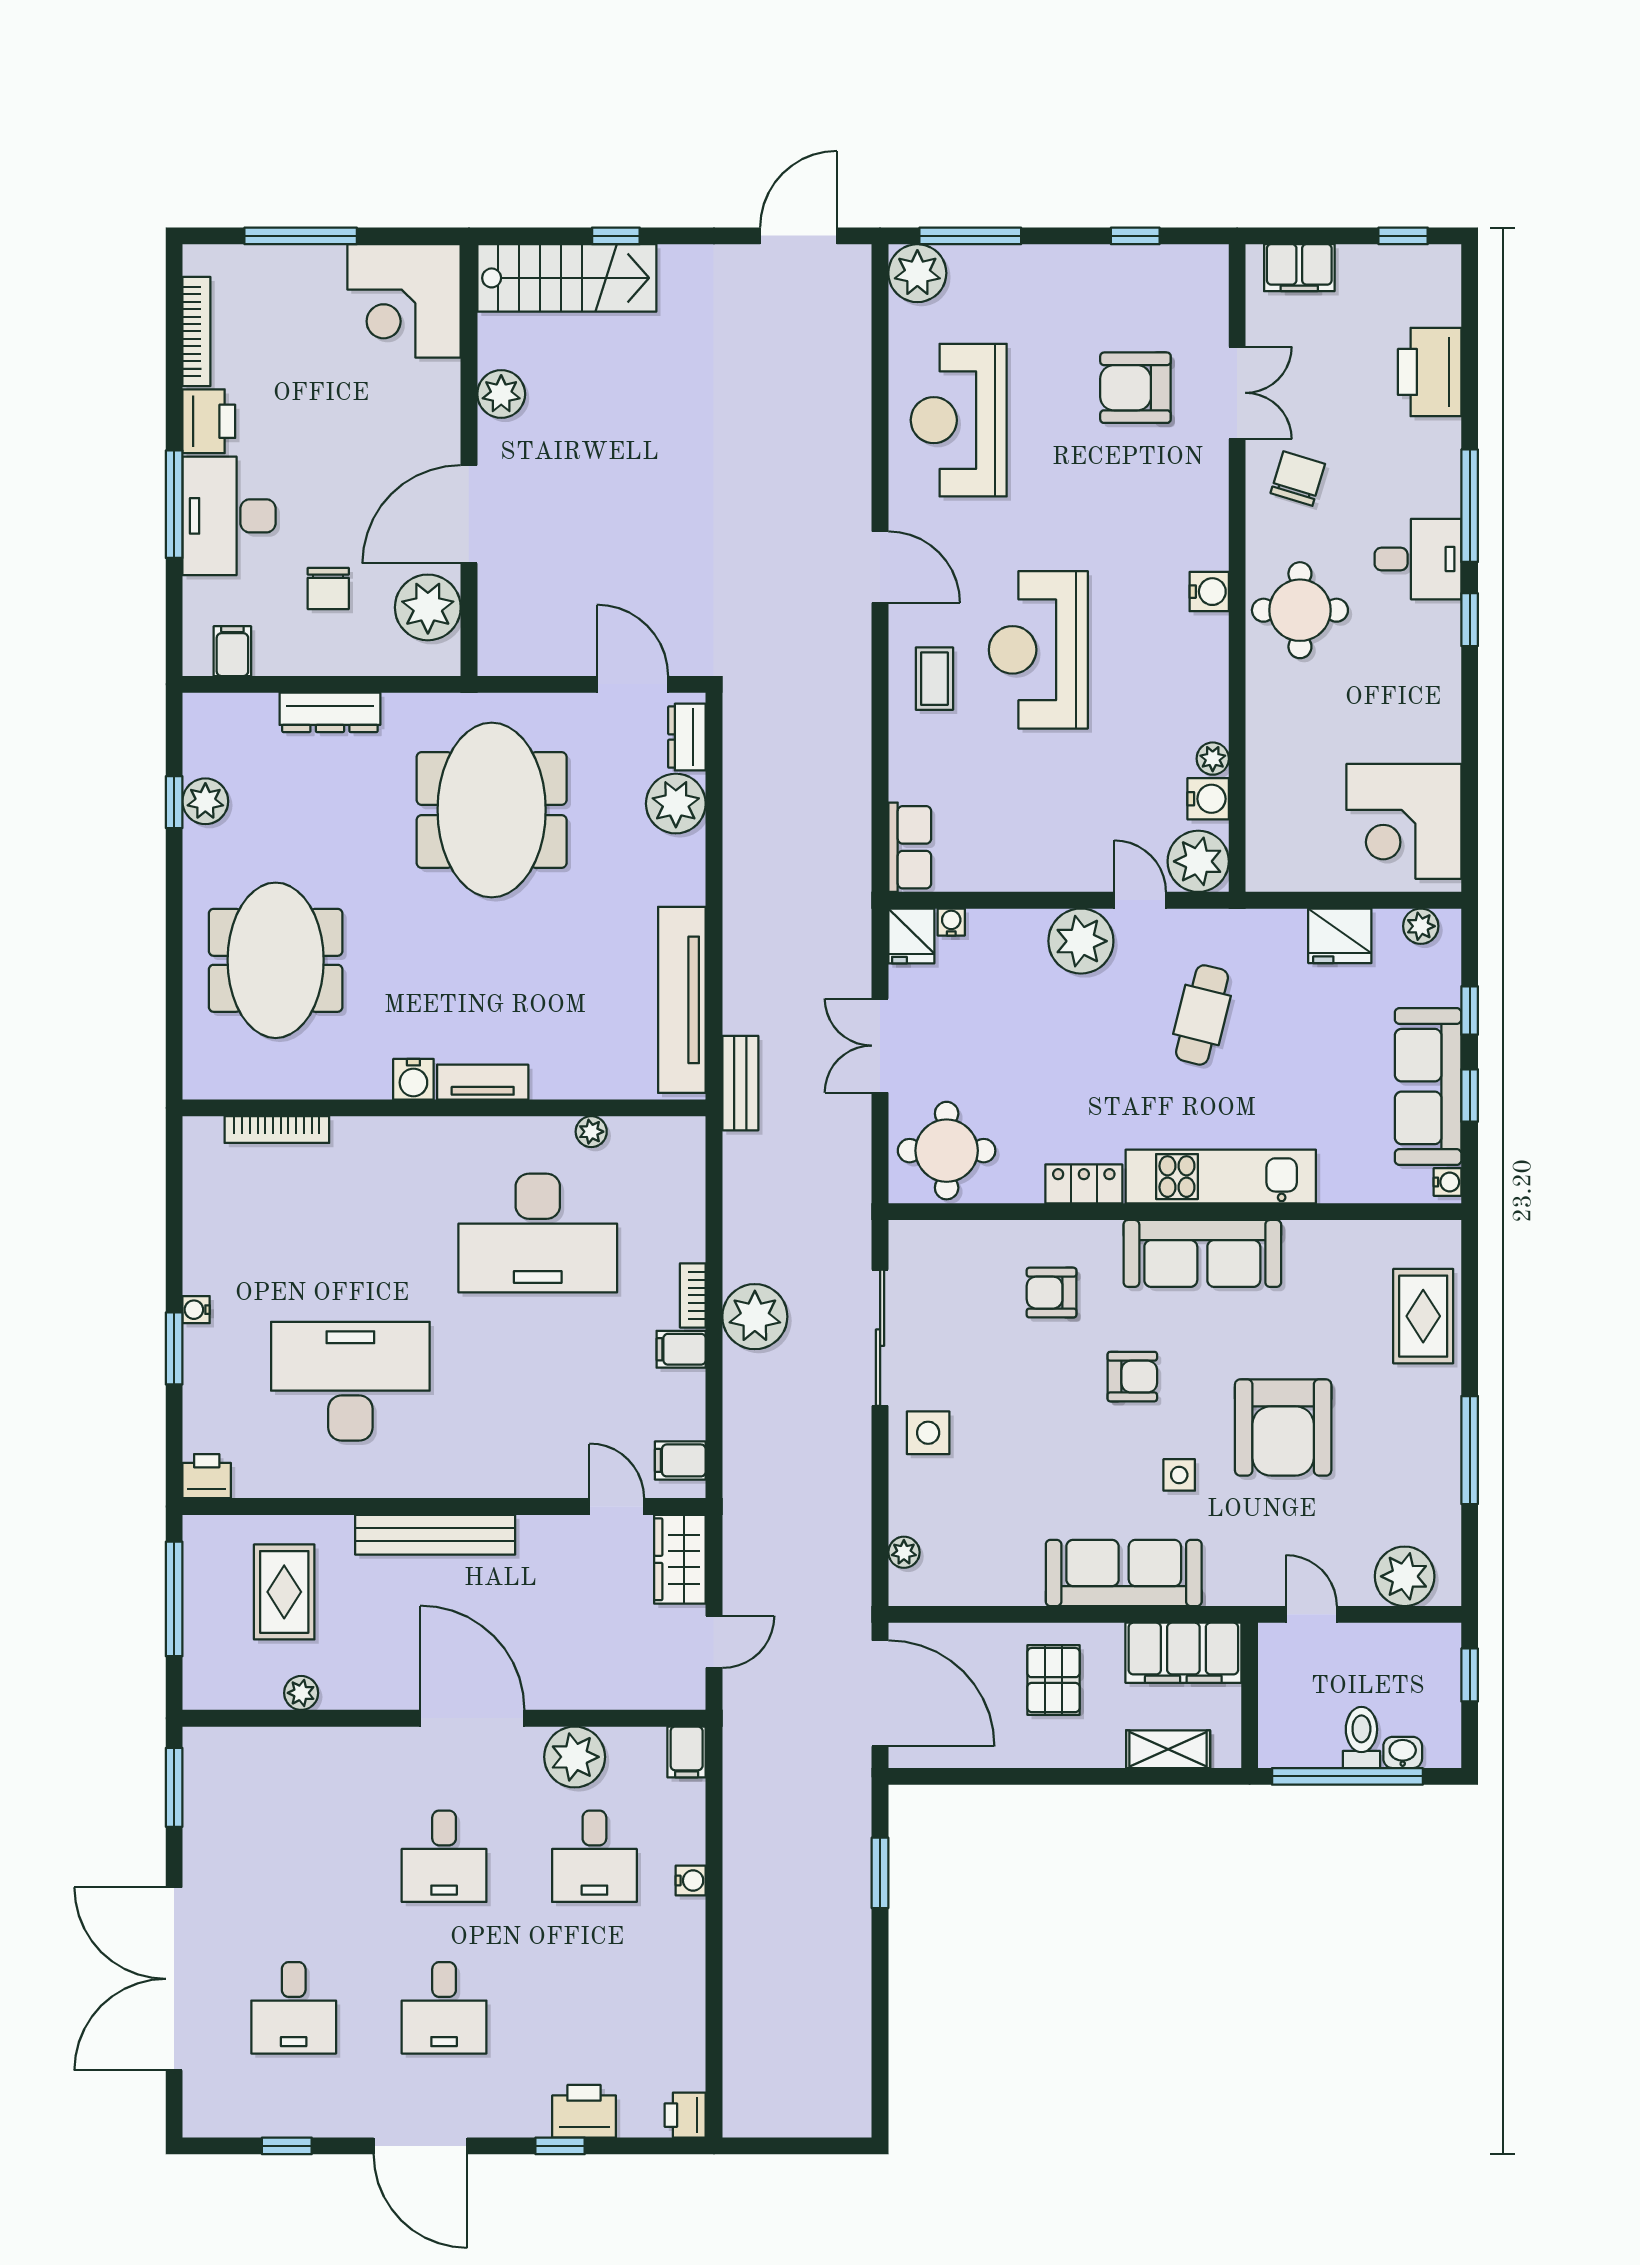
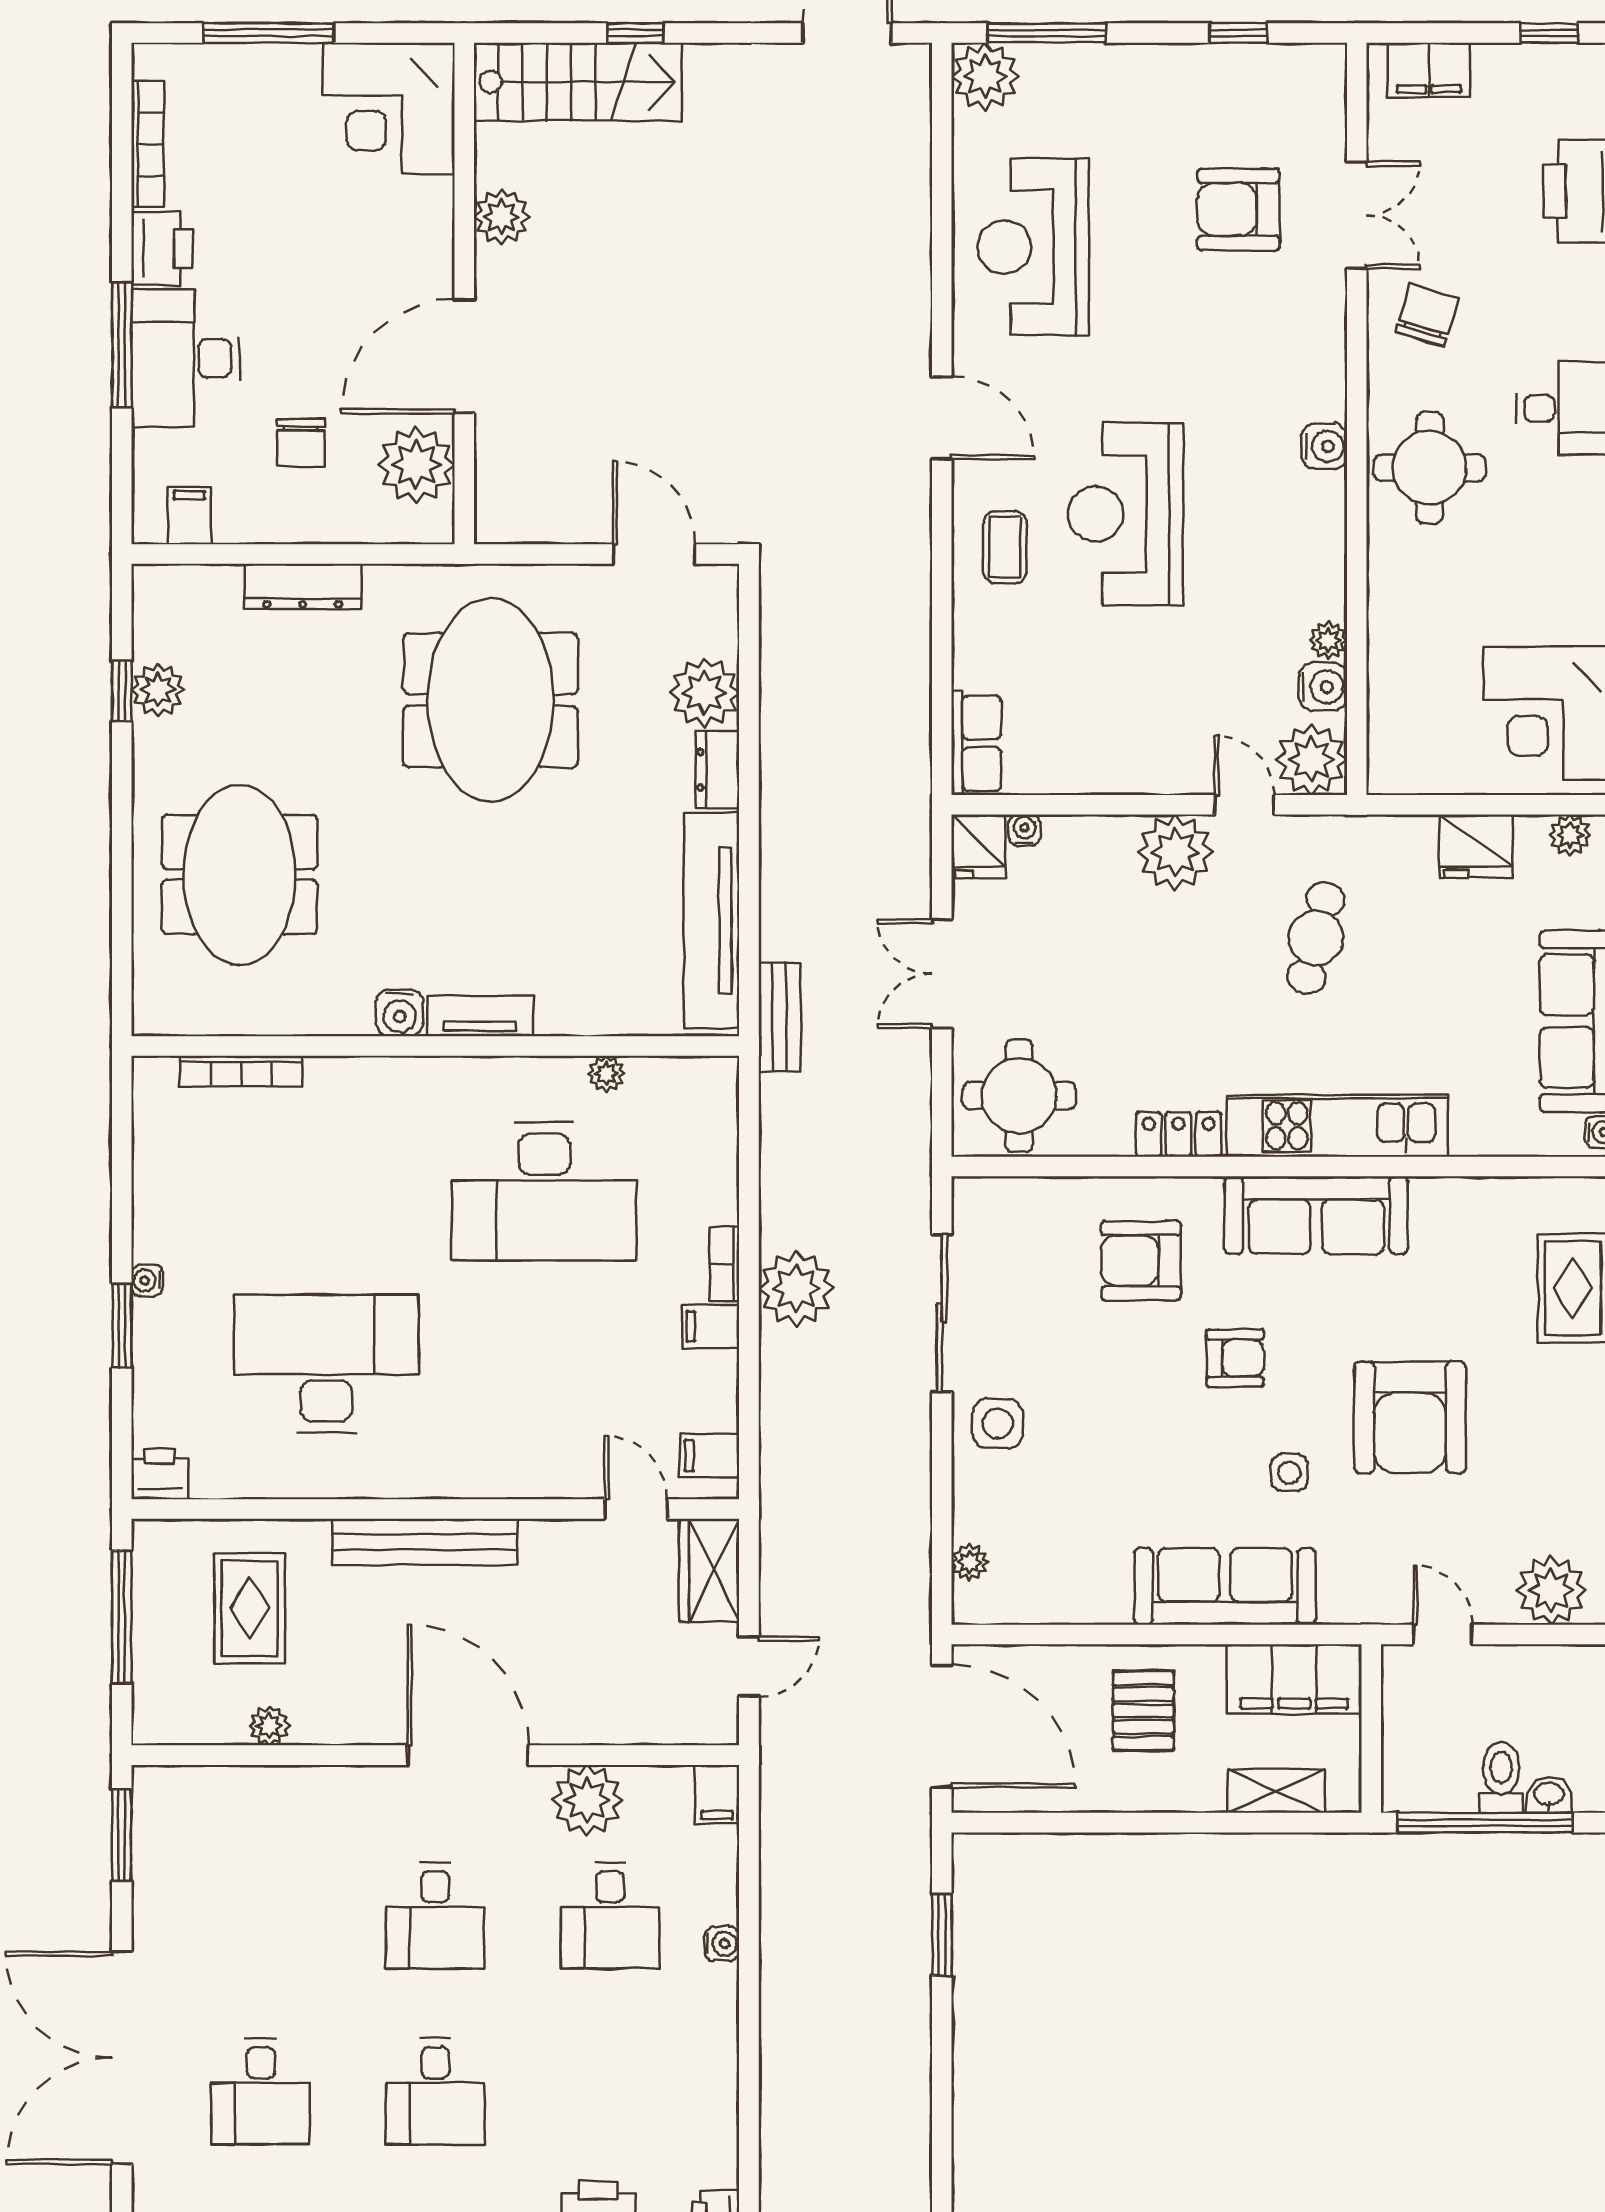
dresser: (687, 737) -> (717, 770), moved
armchair: (1052, 1293) -> (1141, 1261), width x1.38, depth x1.38

